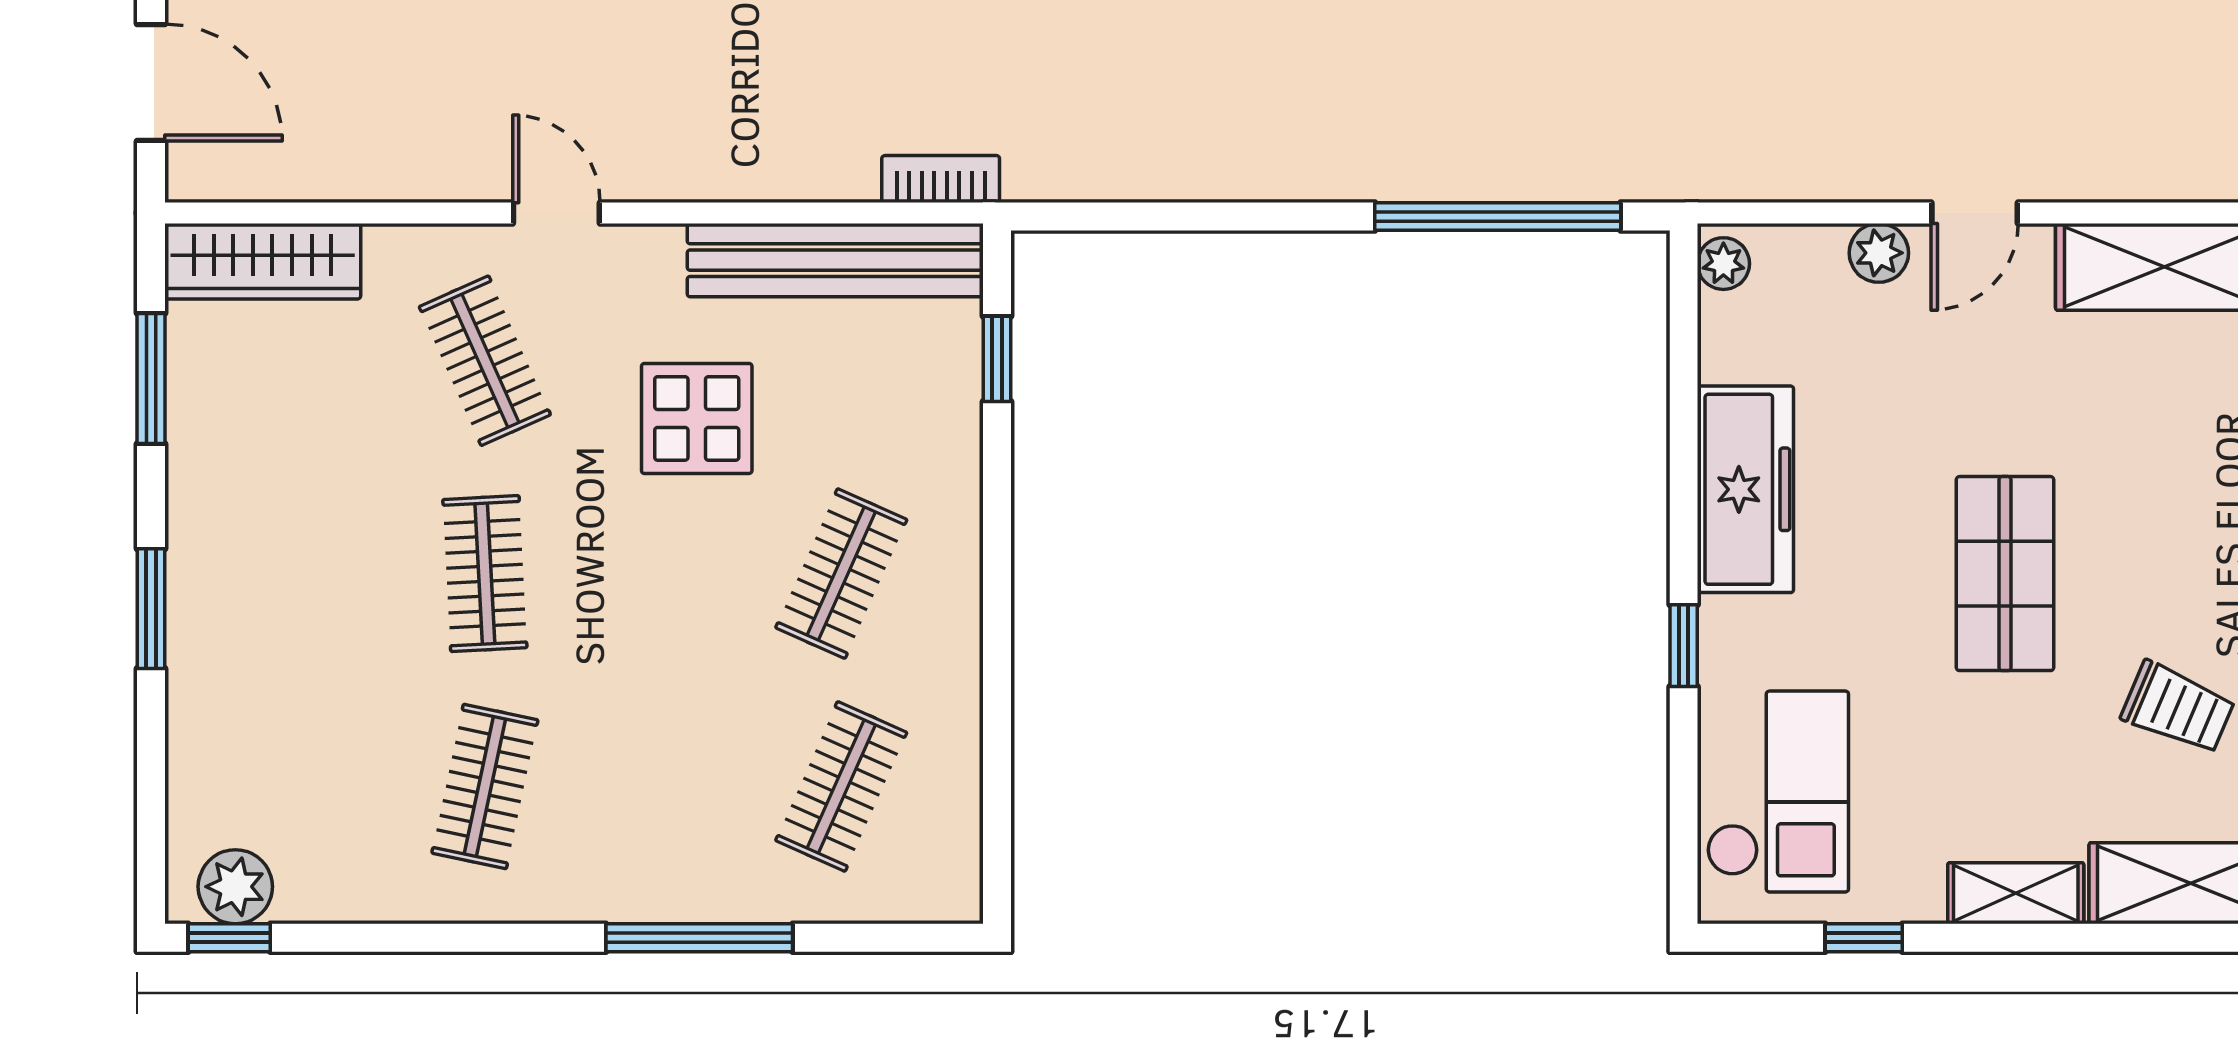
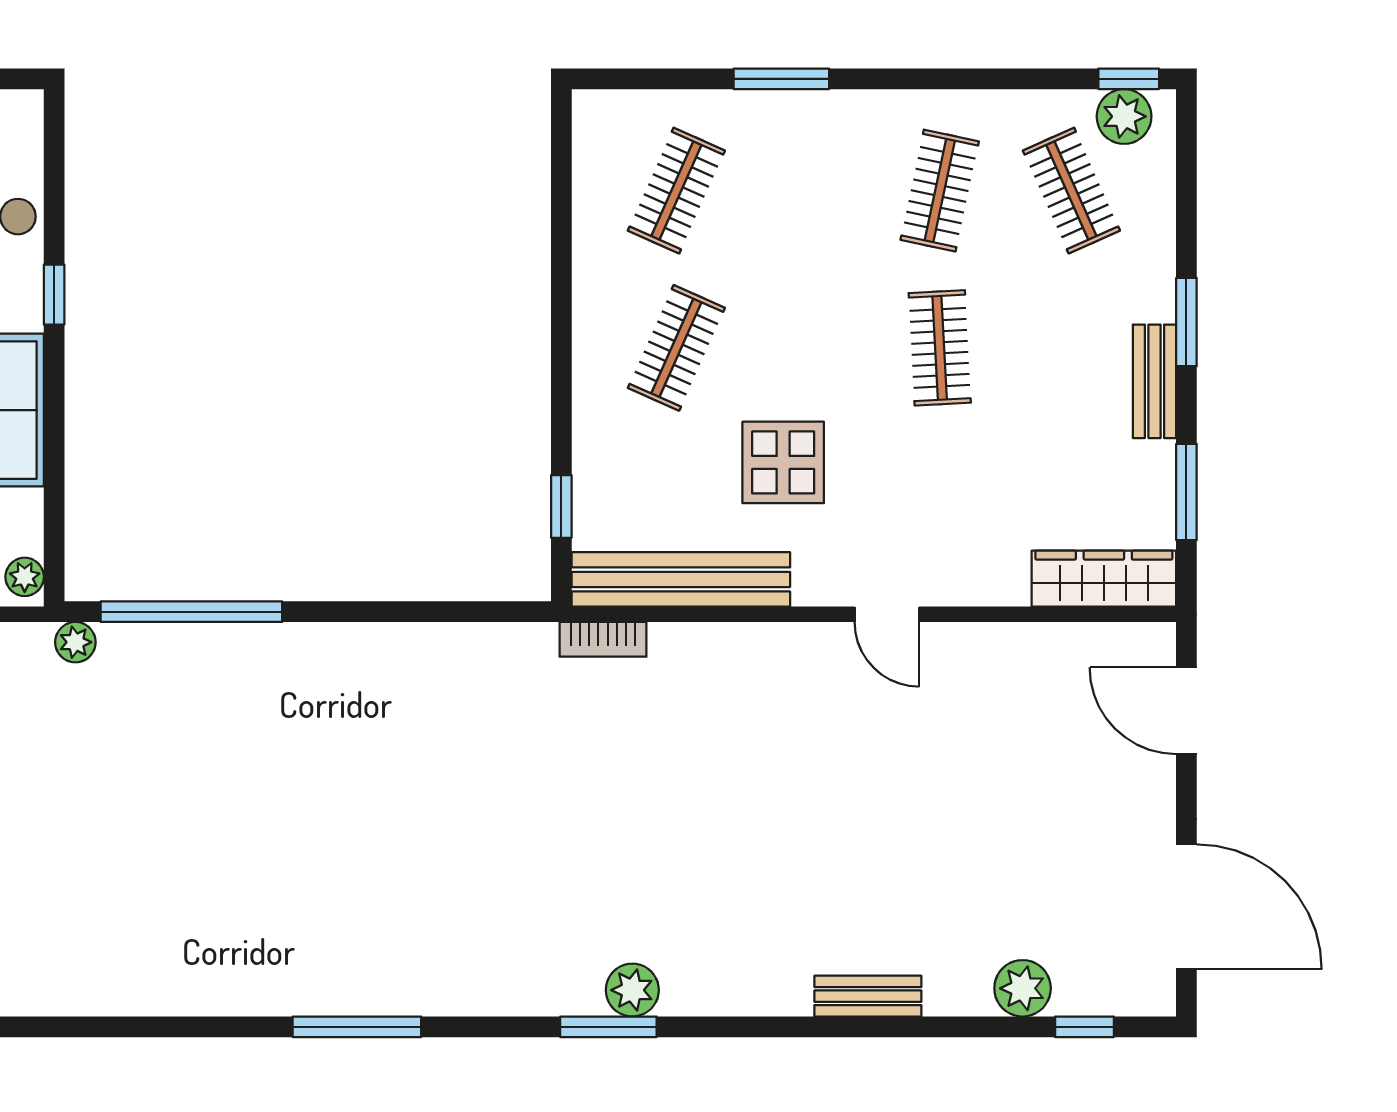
plant: (1655, 175) -> (75, 642), added
clothes rail: (485, 361) -> (1071, 191), moved
bench: (194, 528) -> (1155, 381), added
window: (699, 938) -> (781, 79), width x0.69

